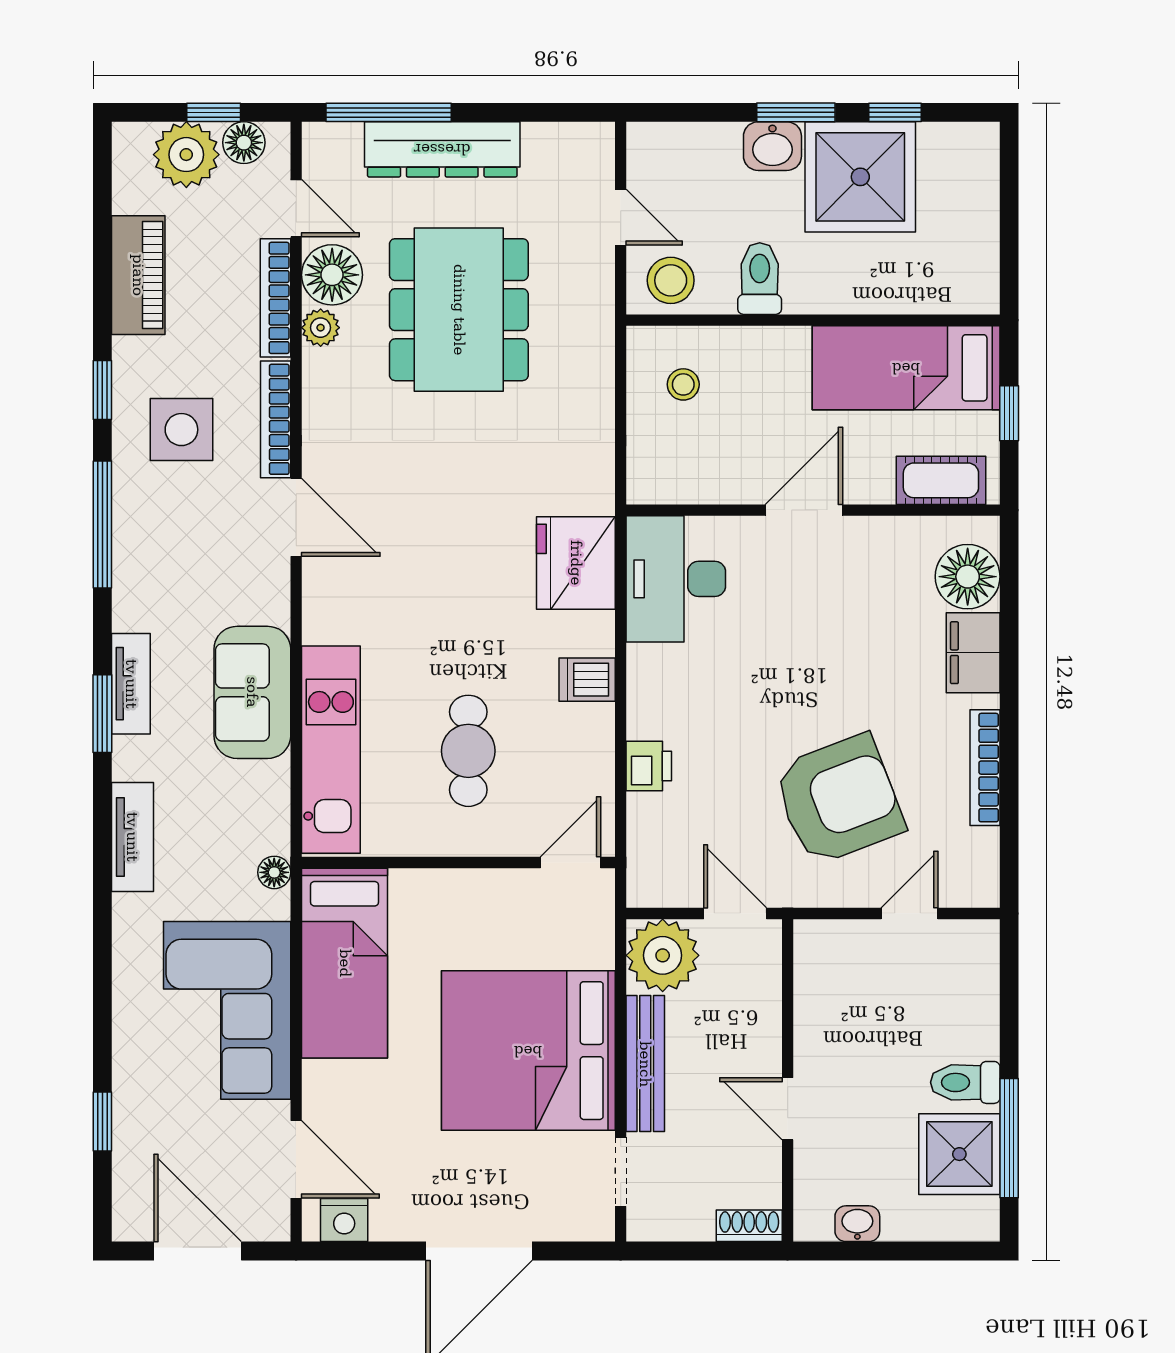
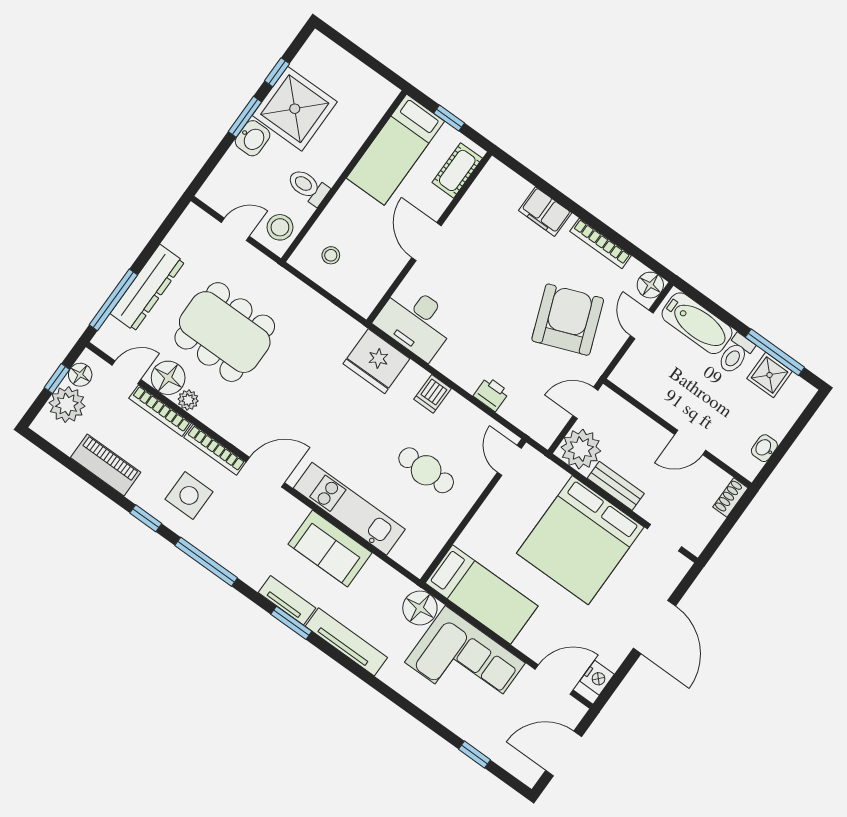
floor lamp: (968, 577) -> (650, 285), moved, width x0.73, depth x0.73
kitchen unit: (331, 750) -> (349, 509), moved
tv unit: (132, 837) -> (346, 642), width x1.41
floor lamp: (274, 872) -> (420, 608), width x1.89, depth x1.89
bathtub: (970, 993) -> (697, 323), added
bench: (645, 1064) -> (616, 486), width x0.73
shower: (959, 1154) -> (770, 375), width x0.73, depth x0.73

